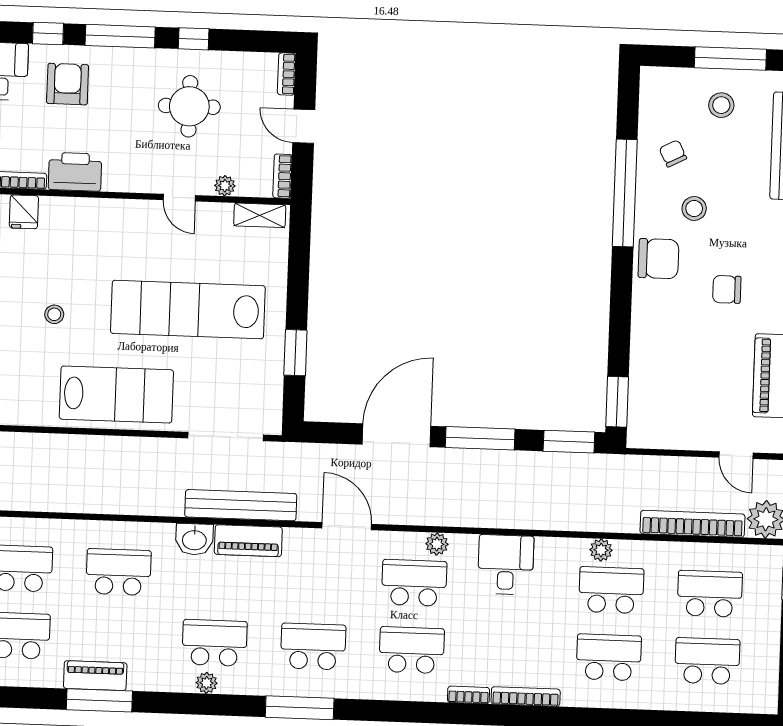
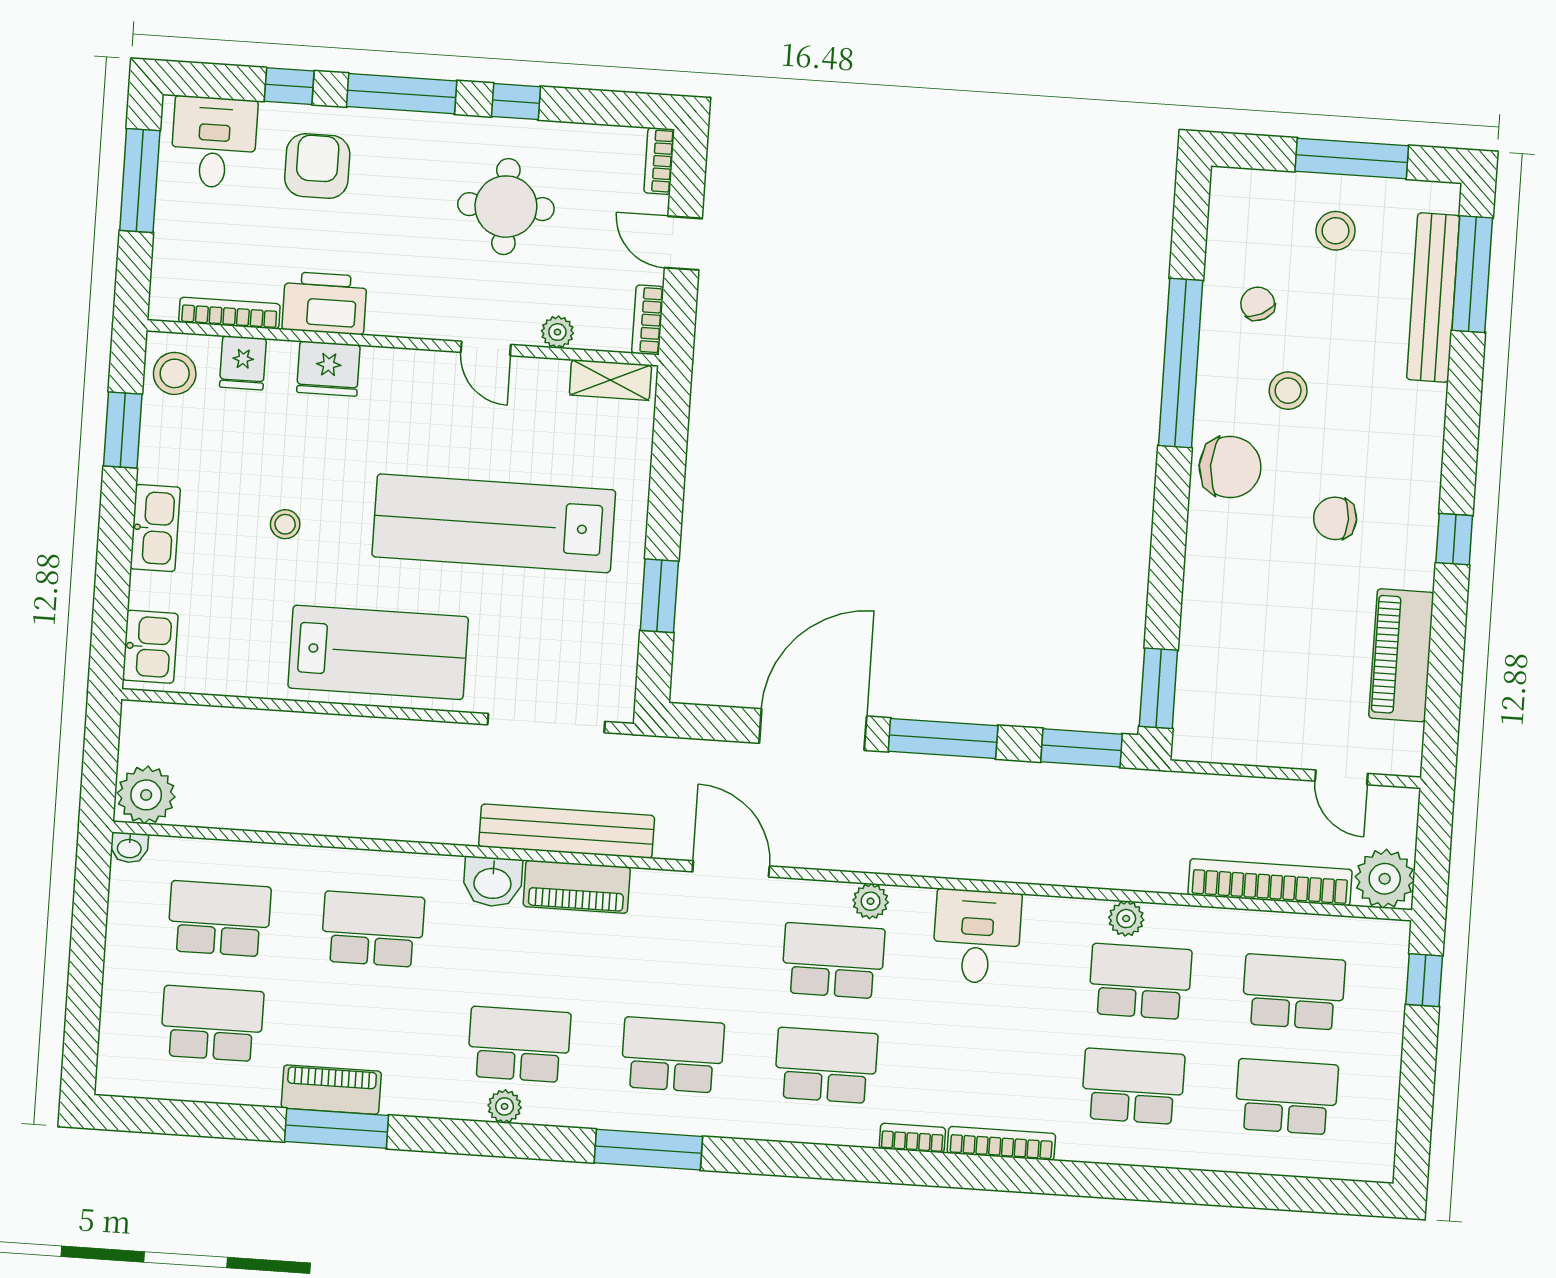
fridge: (79, 214) -> (328, 369), added

